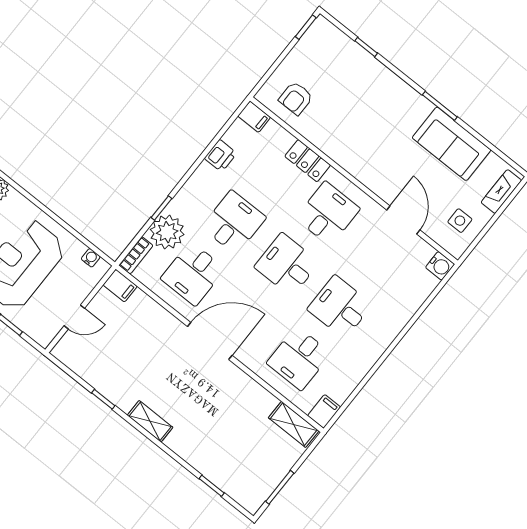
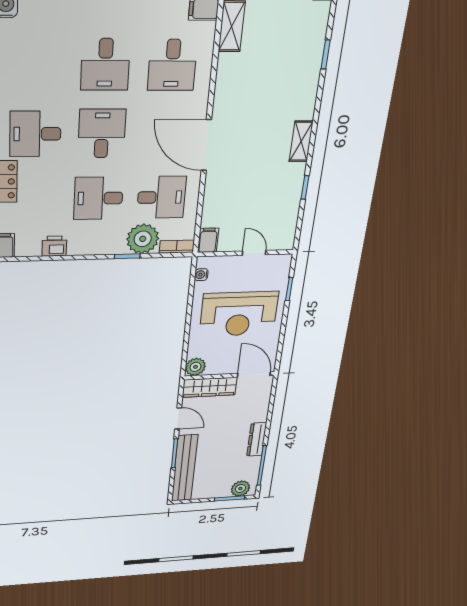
desk: (287, 265) -> (102, 134), turned 180
desk: (299, 358) -> (172, 65), turned 90

